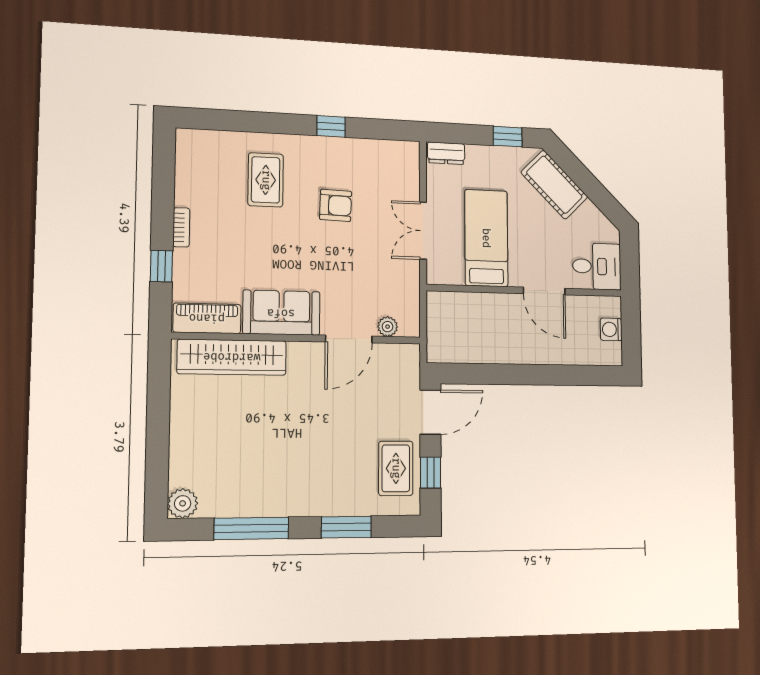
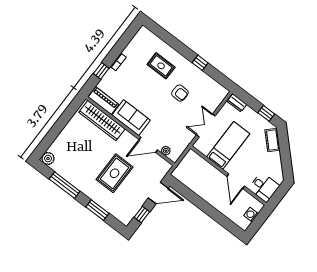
rug: (266, 180) -> (161, 66), turned 90
cot: (554, 185) -> (272, 140), width x0.73, depth x0.75
rug: (396, 468) -> (114, 173), moved, width x1.36, depth x1.43

